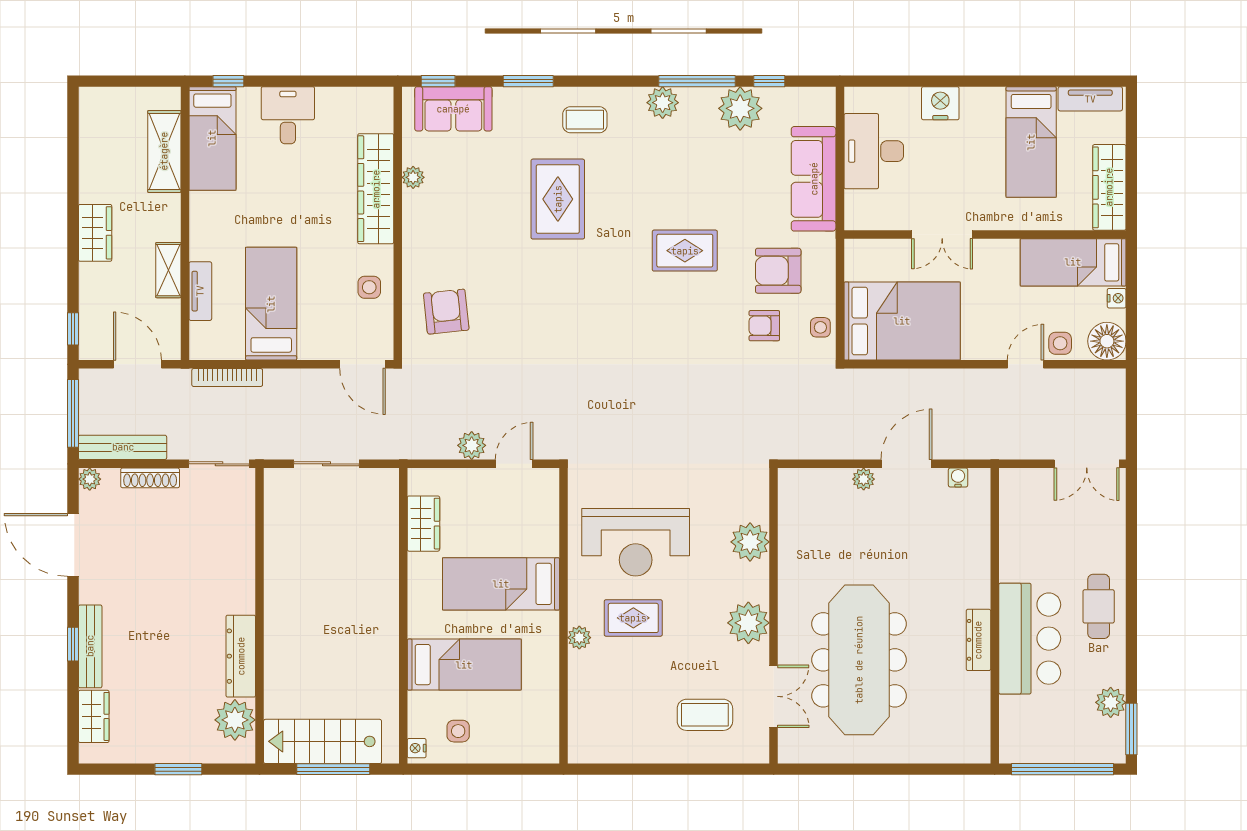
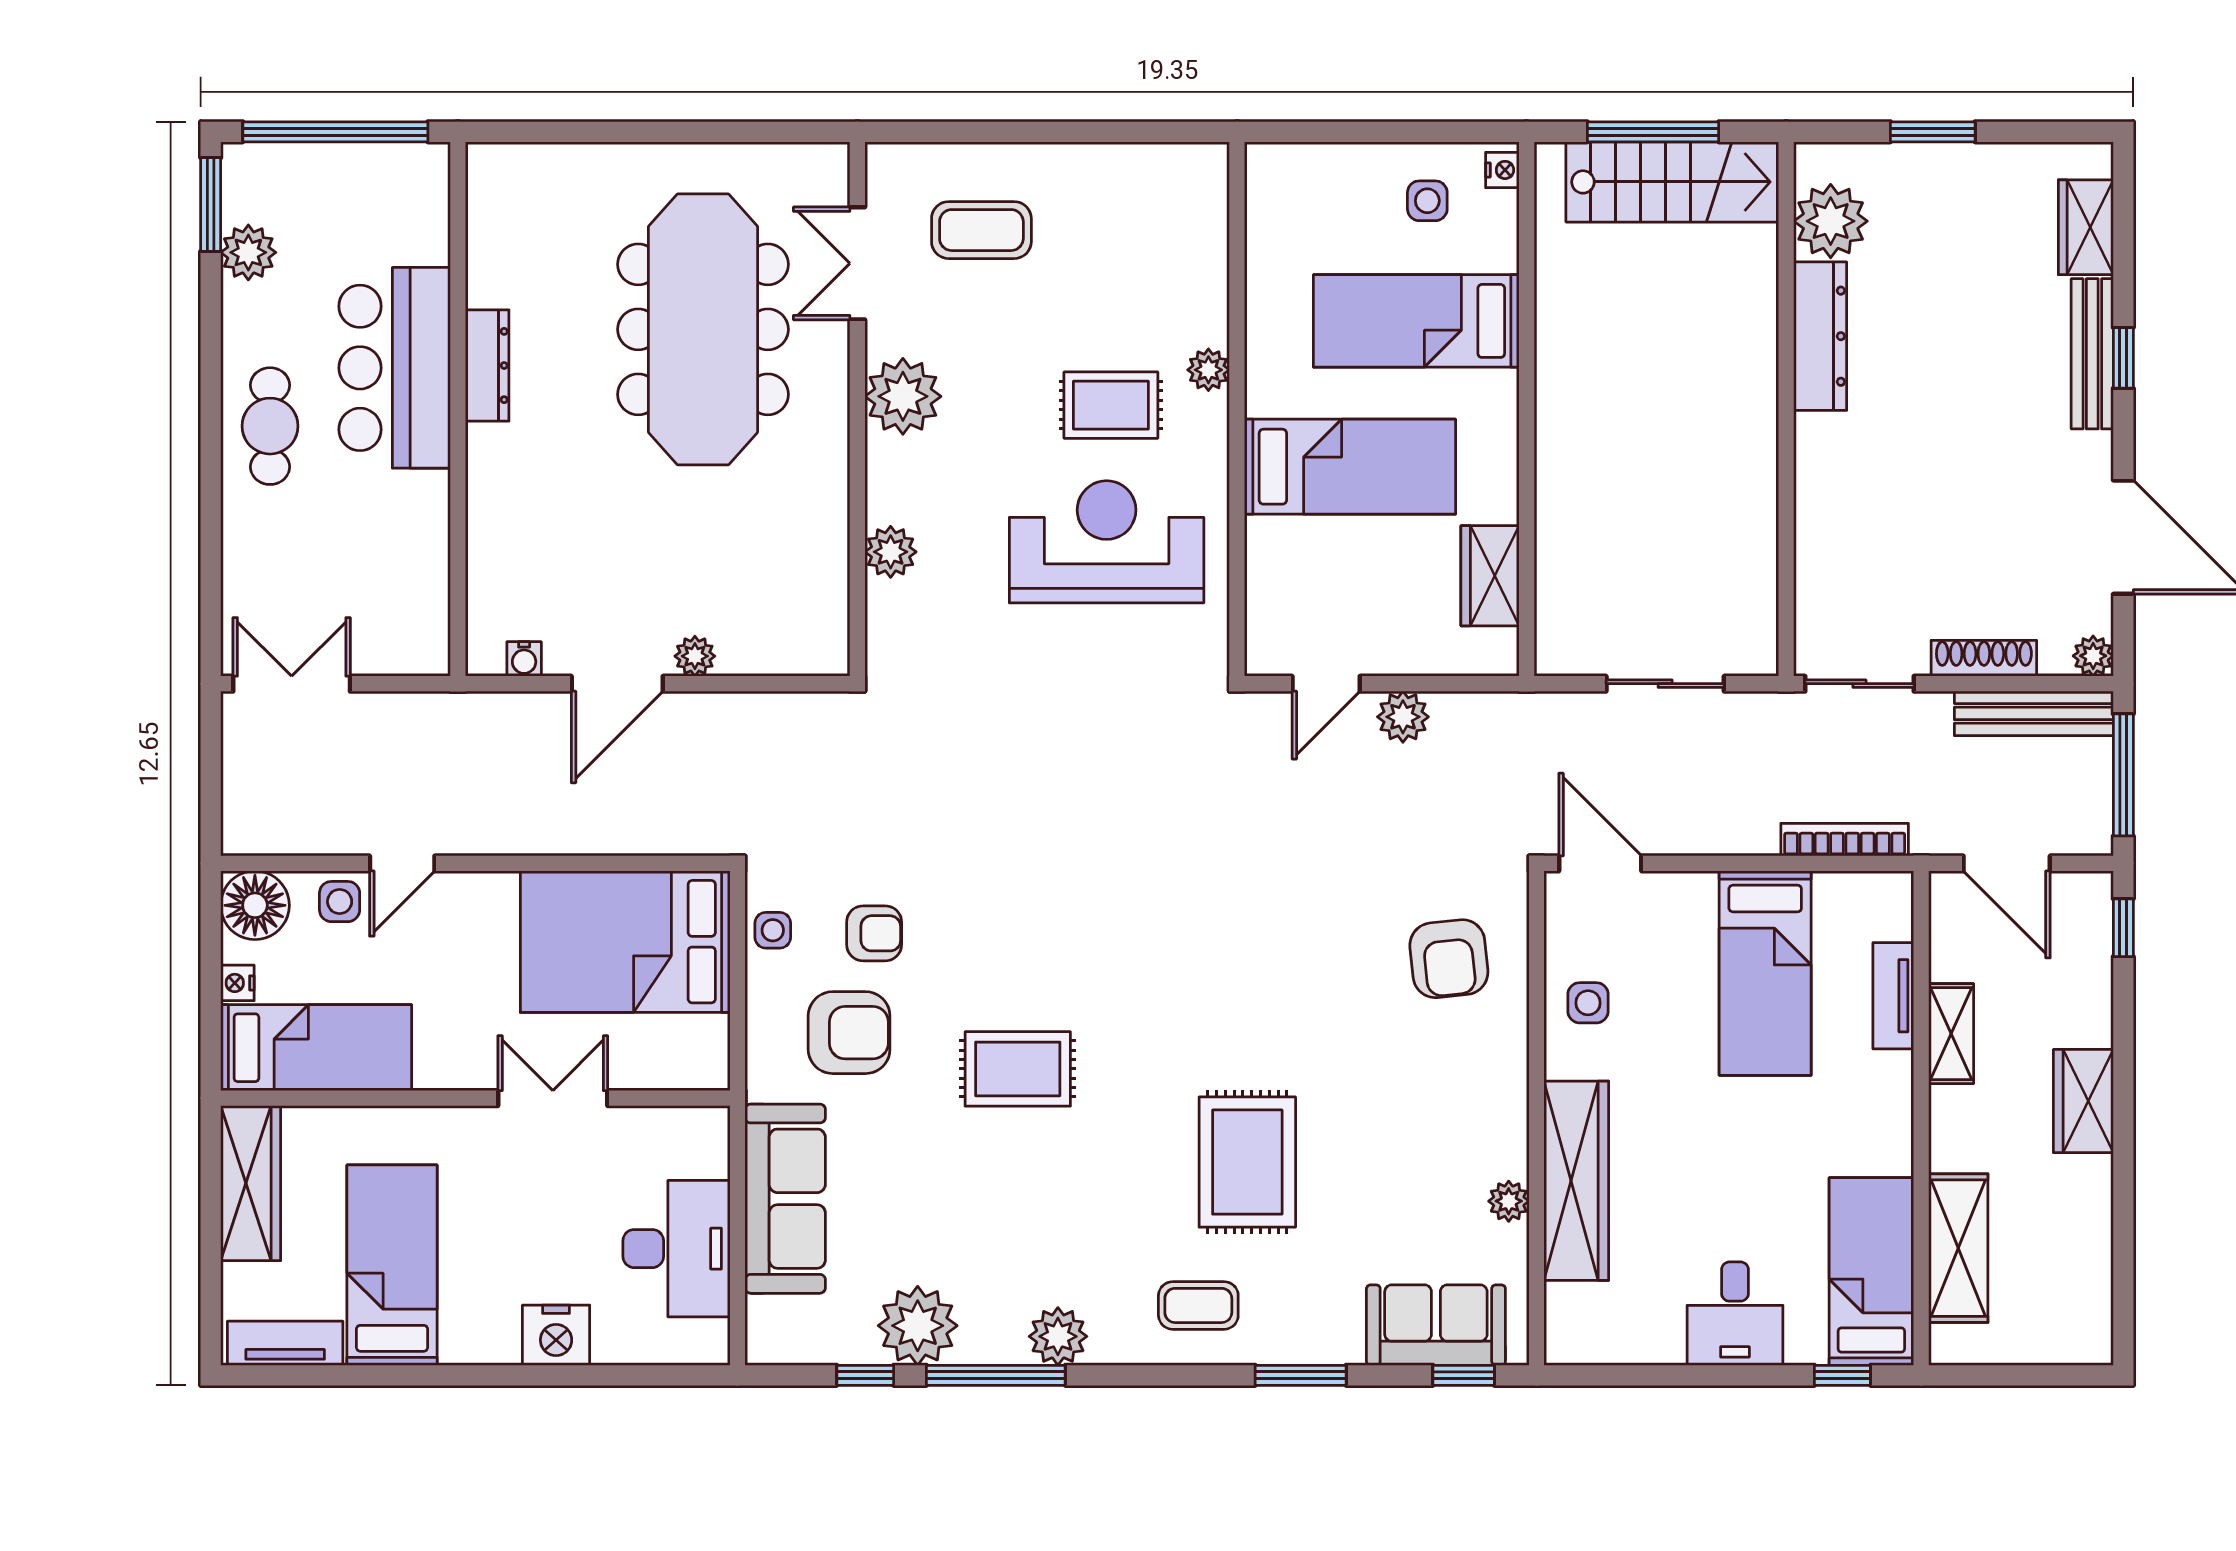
plant: (750, 542) -> (891, 552), width x0.73, depth x0.73

